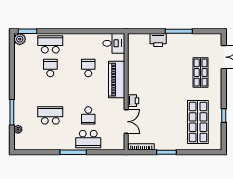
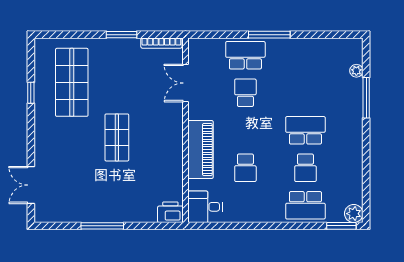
printer: (158, 40) -> (170, 212), moved
shop shelf: (201, 73) -> (117, 137), moved
printer: (133, 101) -> (174, 116), removed
school desk: (50, 115) -> (305, 130), moved, turned 180

